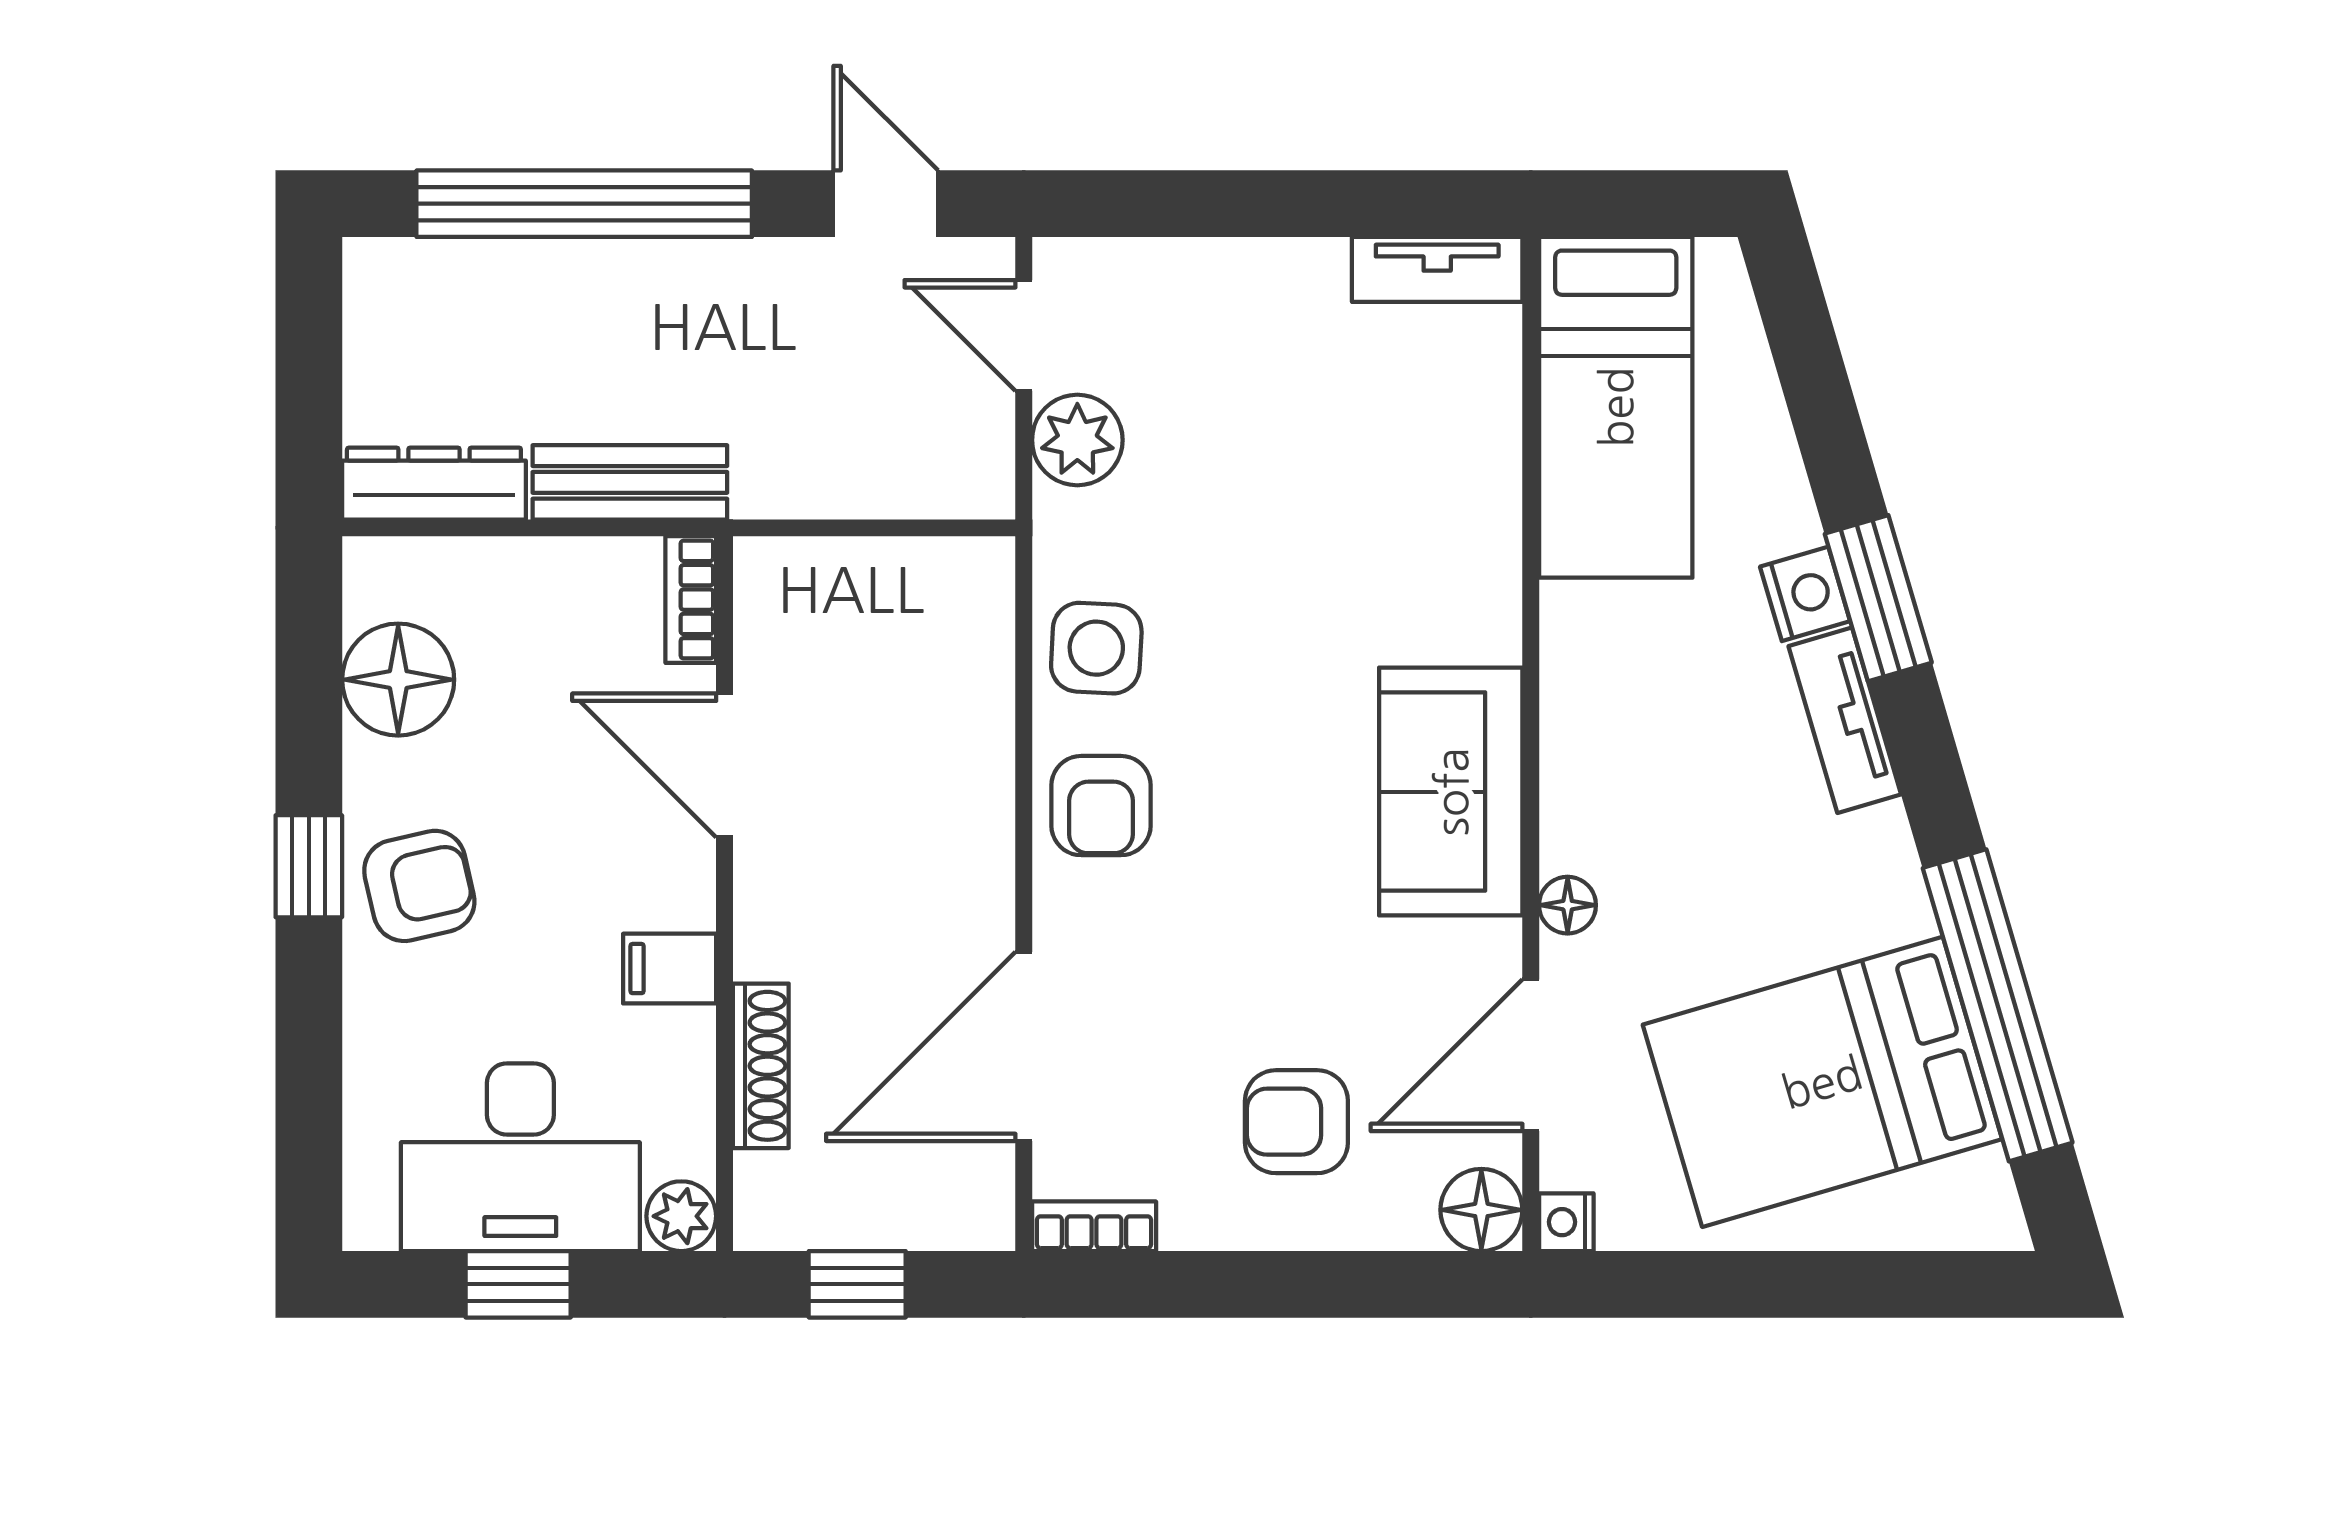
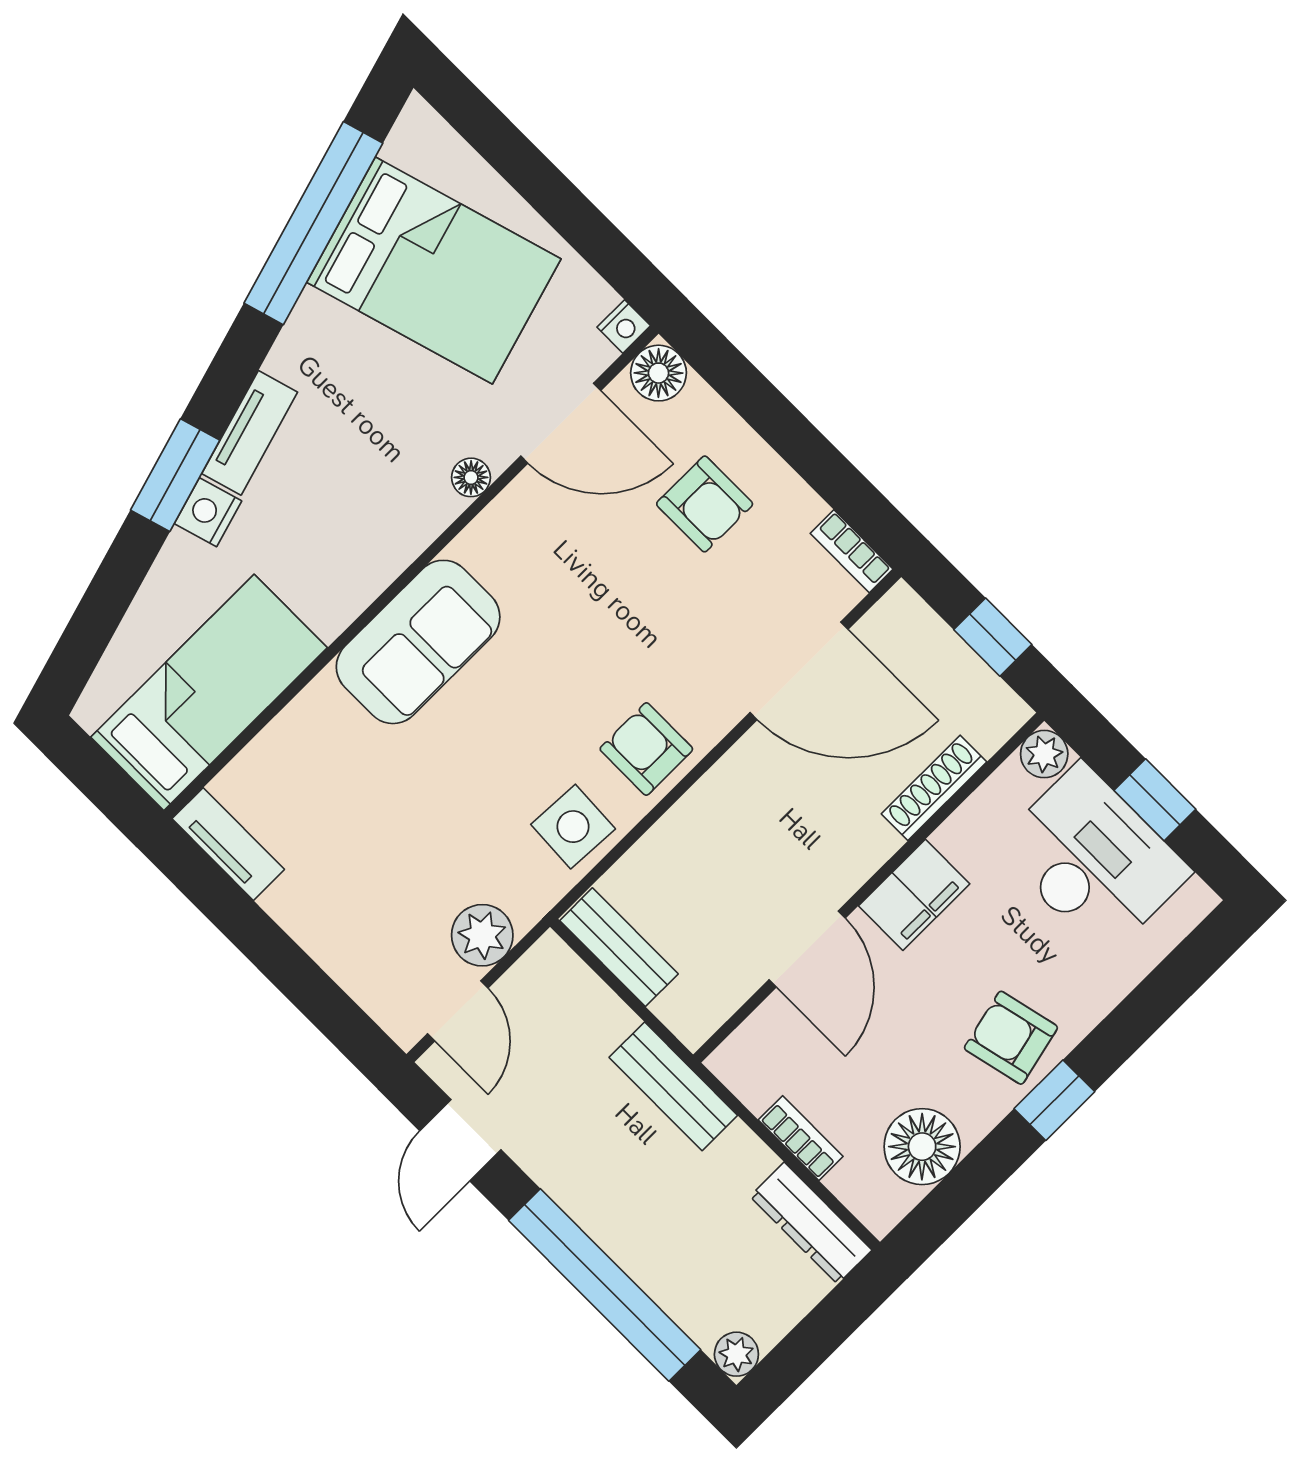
plant: (375, 269) -> (736, 1354), added
bench: (630, 482) -> (673, 1086), moved
bench: (922, 570) -> (619, 947), added
bookcase: (691, 600) -> (801, 1138), moved, turned -90
sofa: (1451, 792) -> (418, 642), moved
armchair: (1101, 806) -> (646, 749), turned -90
filing cabinet: (670, 969) -> (914, 895), width x2.00

